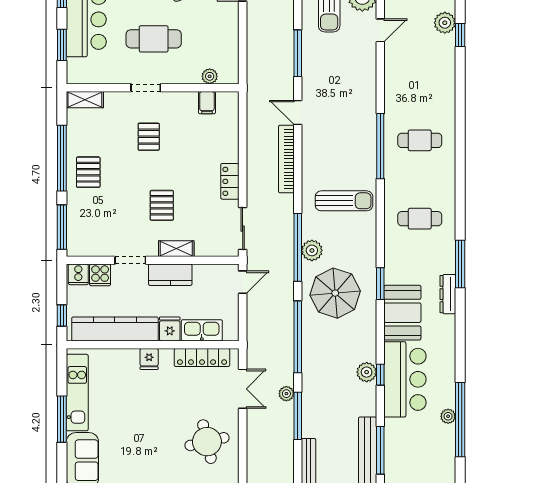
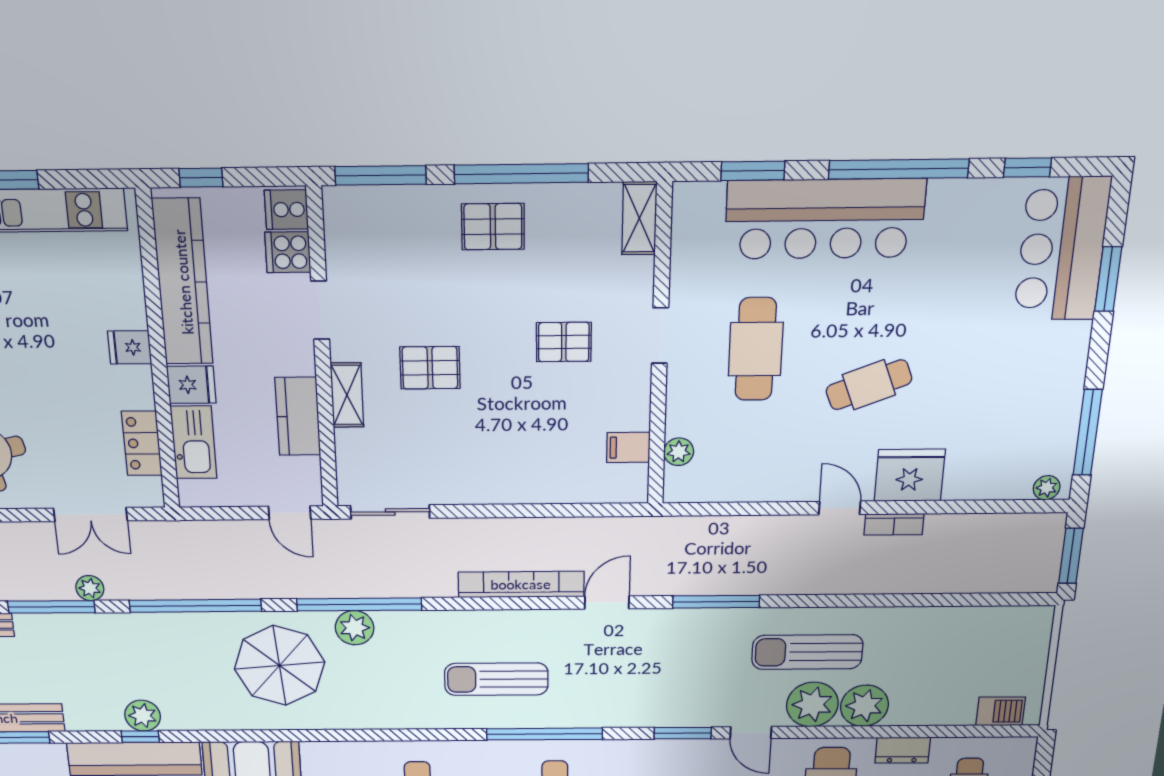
locker: (230, 181) -> (478, 489), removed
sun lounger: (344, 201) -> (496, 679), moved, turned 90
kitchen counter: (170, 275) -> (298, 416), moved
window: (380, 284) -> (683, 733), moved
locker: (202, 358) -> (142, 443), width x0.66

